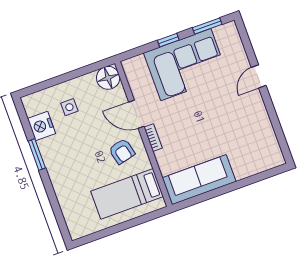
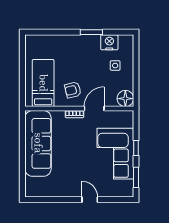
sofa: (199, 180) -> (38, 143), width x1.36, depth x1.27

